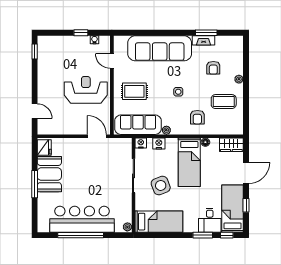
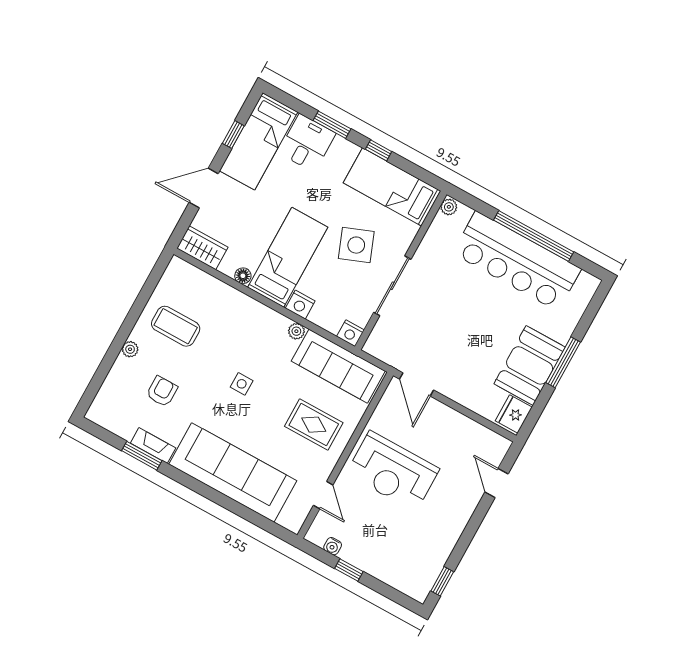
armchair: (197, 117) -> (233, 324), removed
nightstand: (159, 143) -> (300, 305), moved
window: (227, 235) -> (379, 150), moved

